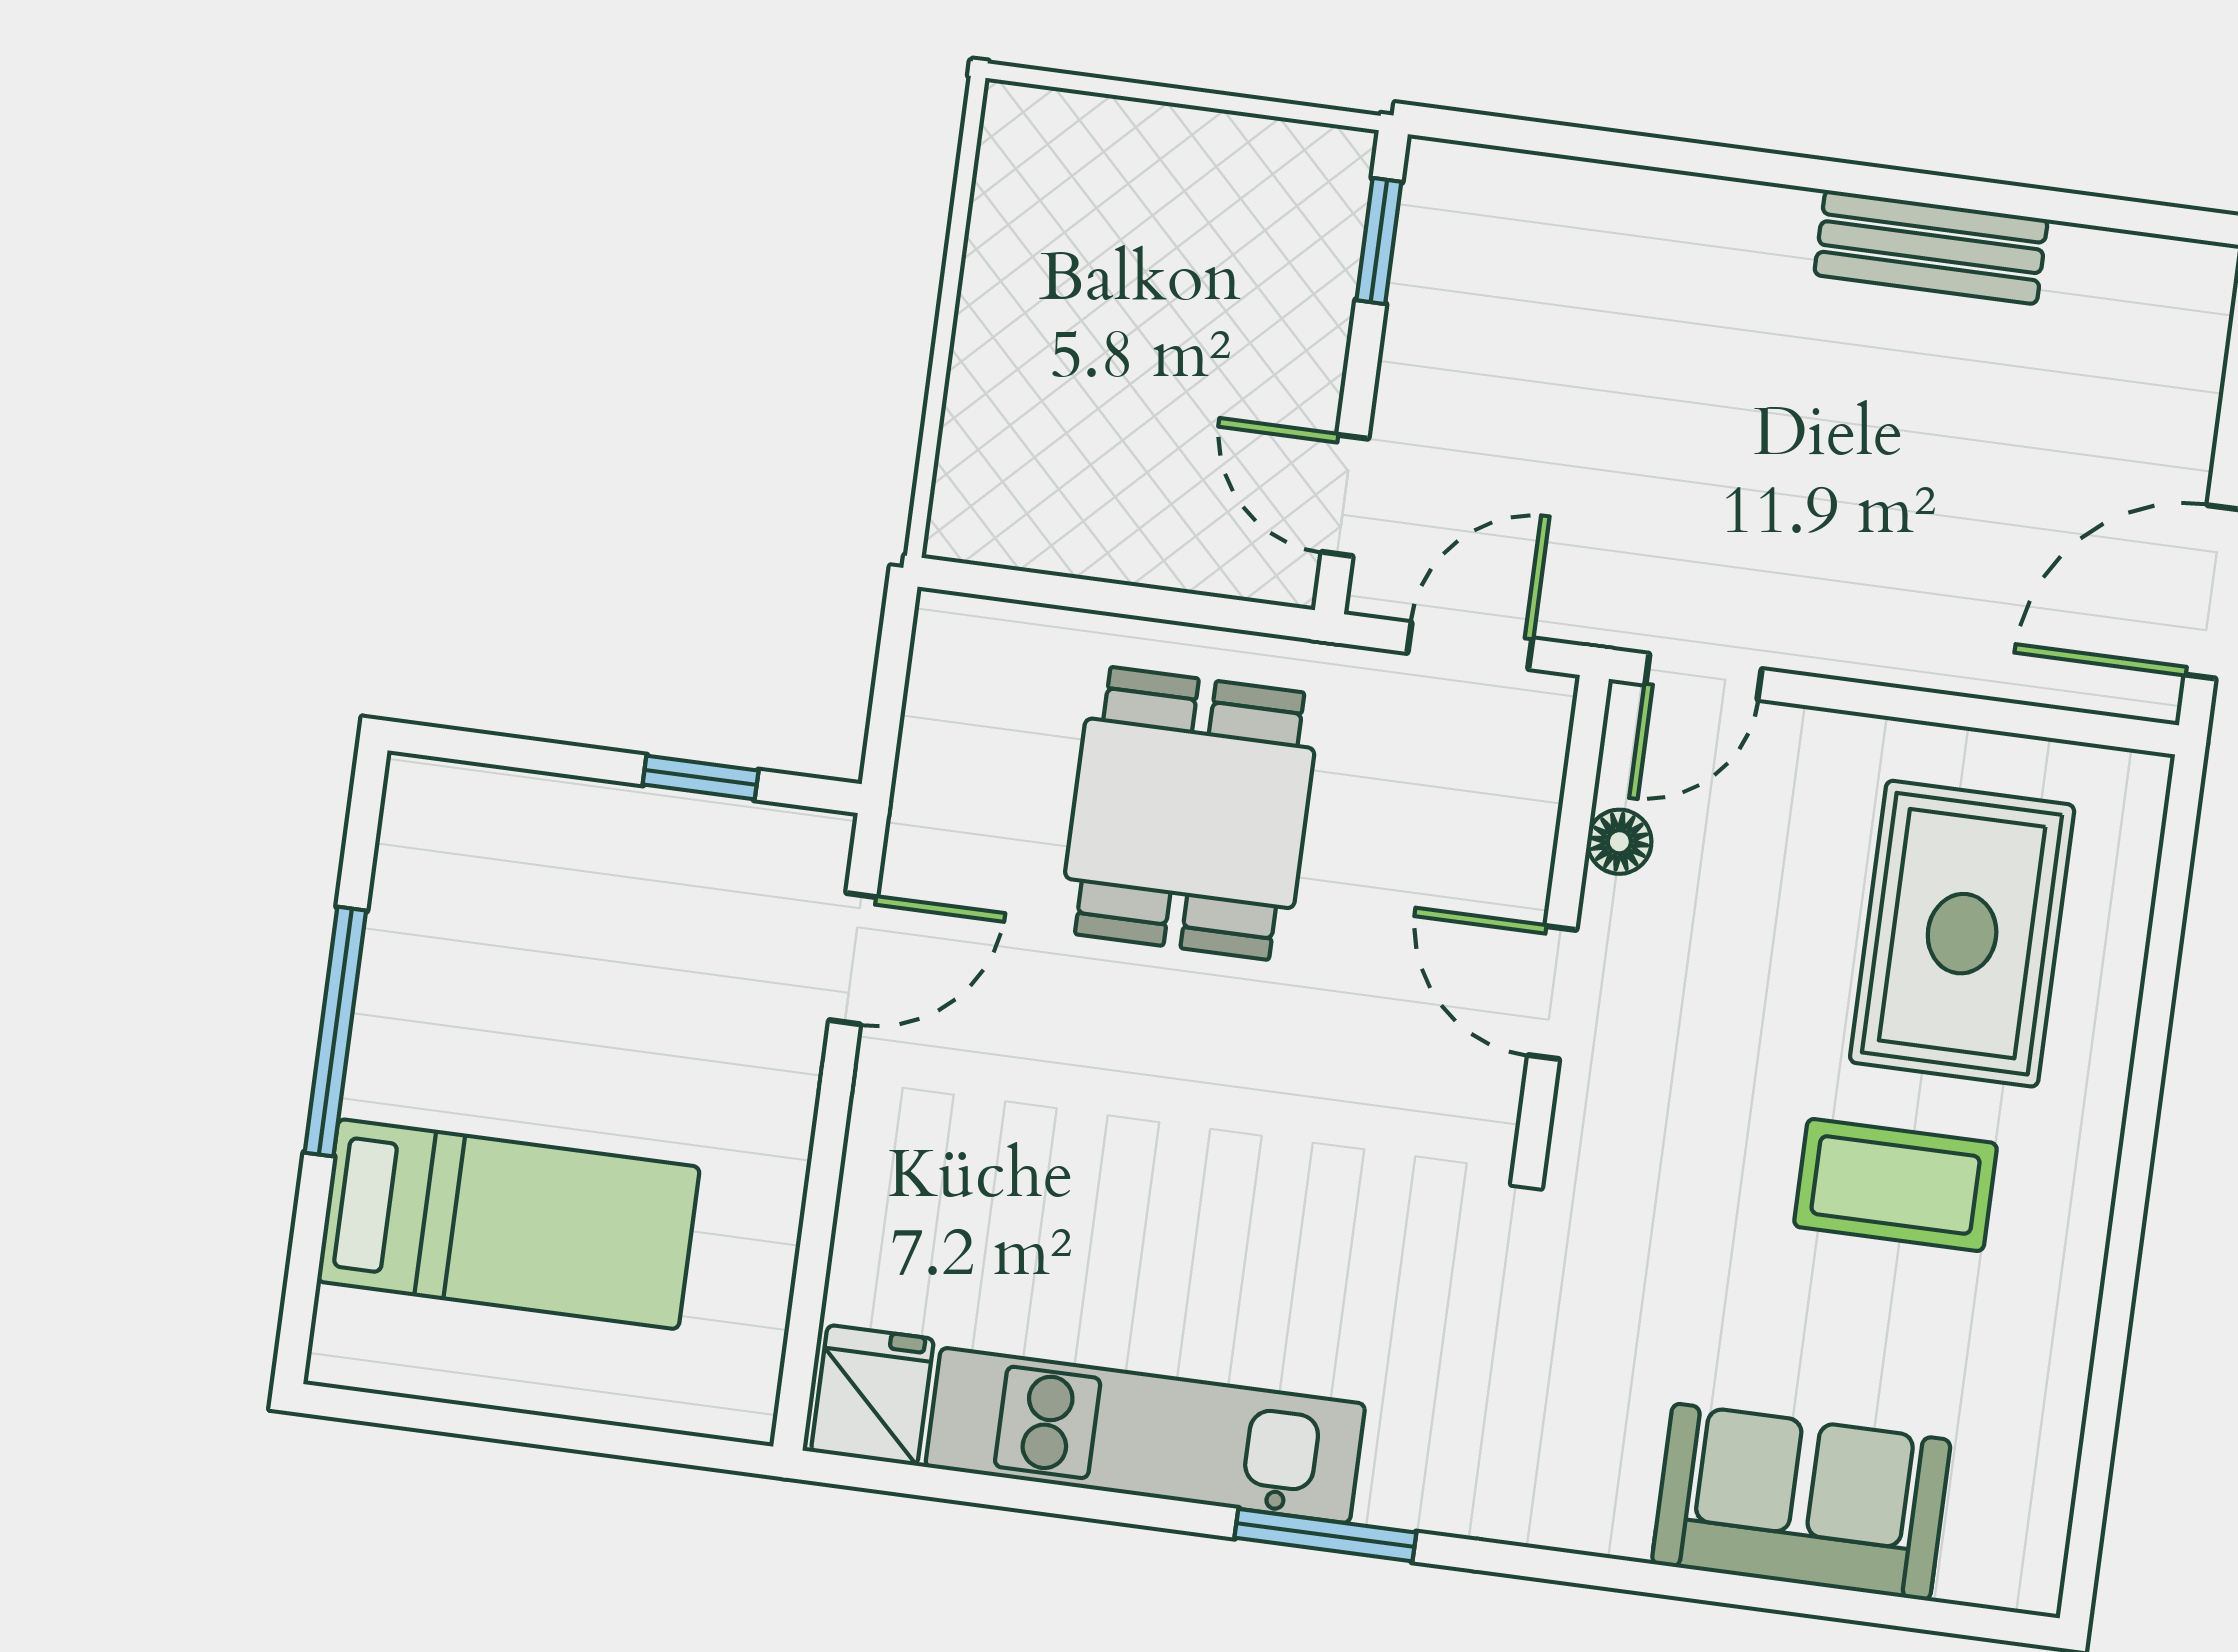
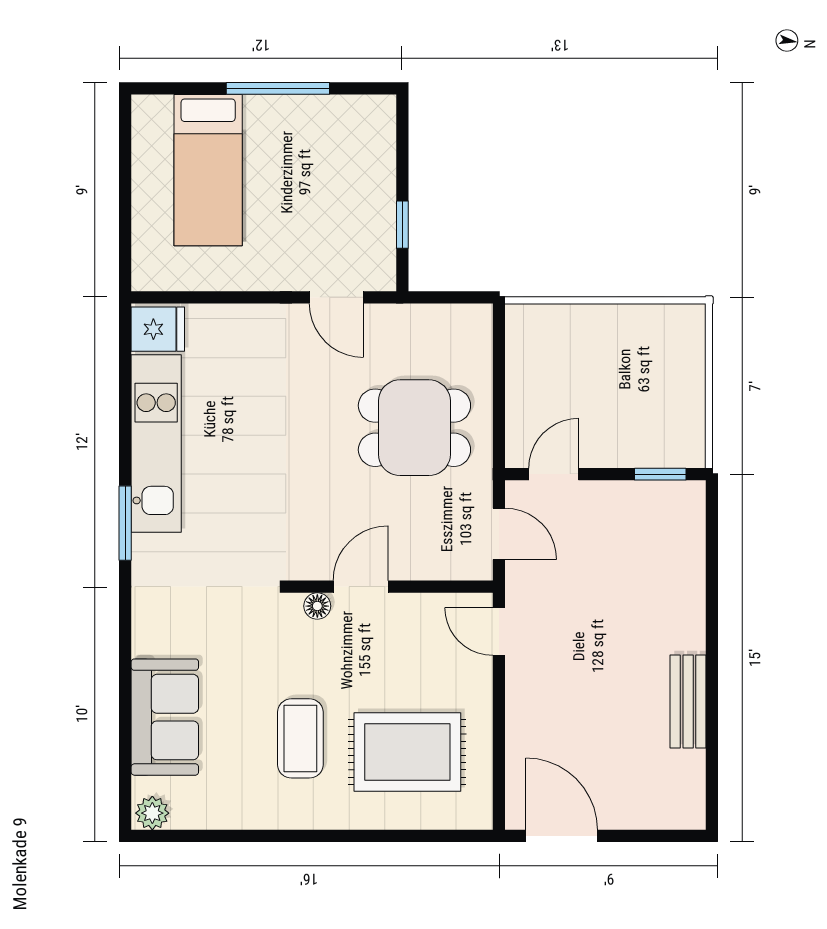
floor lamp: (1619, 842) -> (317, 606), moved
plant: (2026, 1563) -> (152, 813), added

